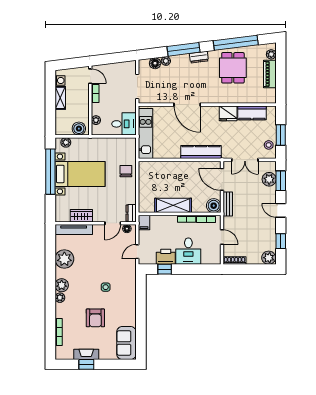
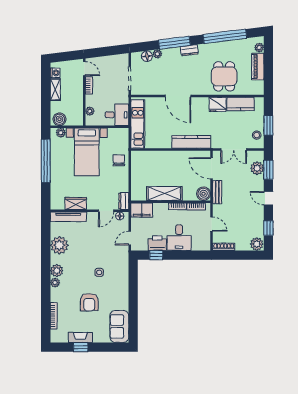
dining table: (233, 68) -> (224, 76), moved
boiler: (79, 129) -> (59, 119), moved
bed with nightstands: (80, 174) -> (87, 152), moved, turned 90
filing cabinet: (144, 223) -> (142, 210), width x2.00

